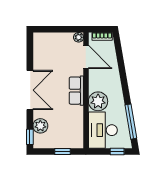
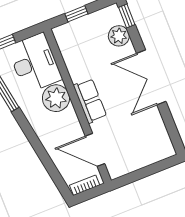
plant: (79, 37) -> (115, 172), removed

